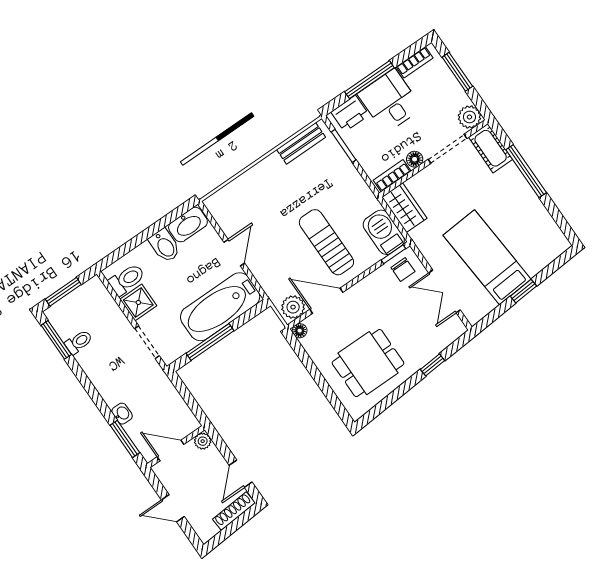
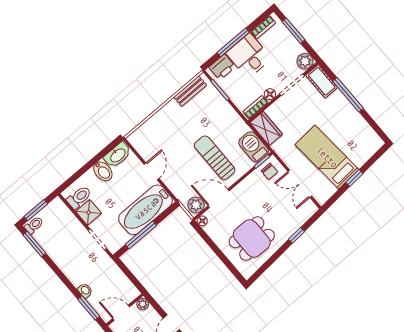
toilet: (79, 342) -> (34, 225), moved

